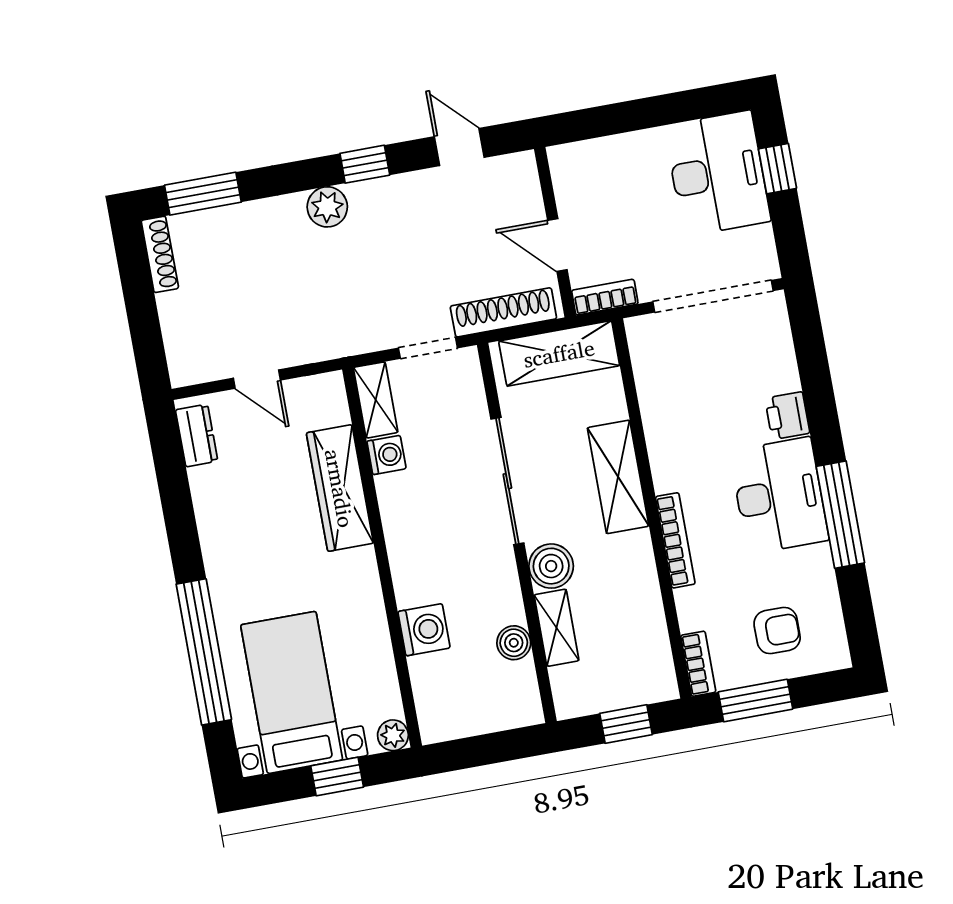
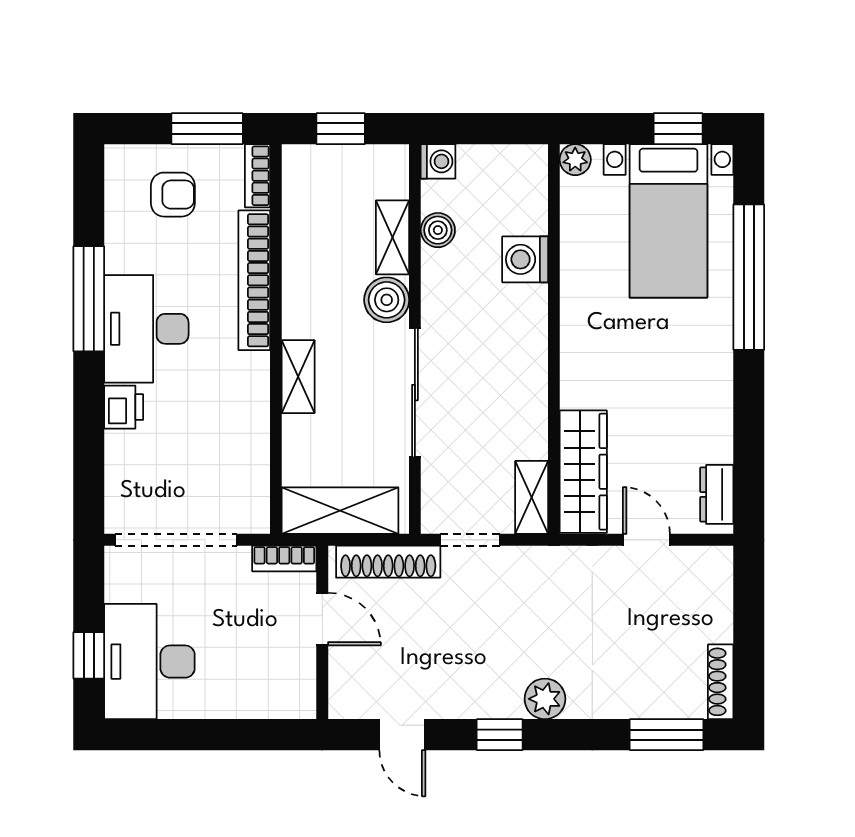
washing machine: (386, 455) -> (438, 161), moved, turned 180
shelving: (618, 477) -> (298, 377), width x0.67, depth x0.75
wardrobe: (340, 488) -> (583, 472), moved
bookcase: (675, 540) -> (254, 280), width x1.48, depth x1.31
armchair: (777, 630) -> (173, 195), turned 180
window: (337, 776) -> (678, 129), moved

